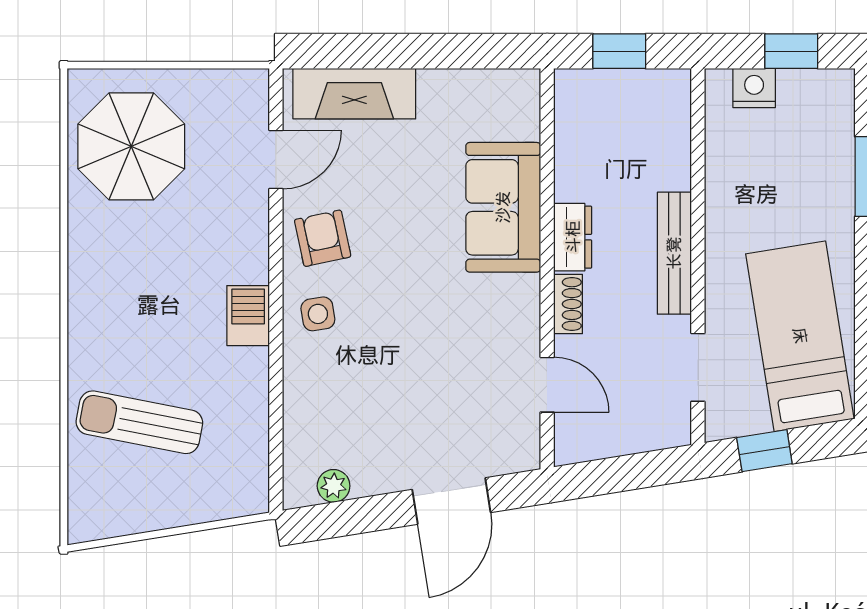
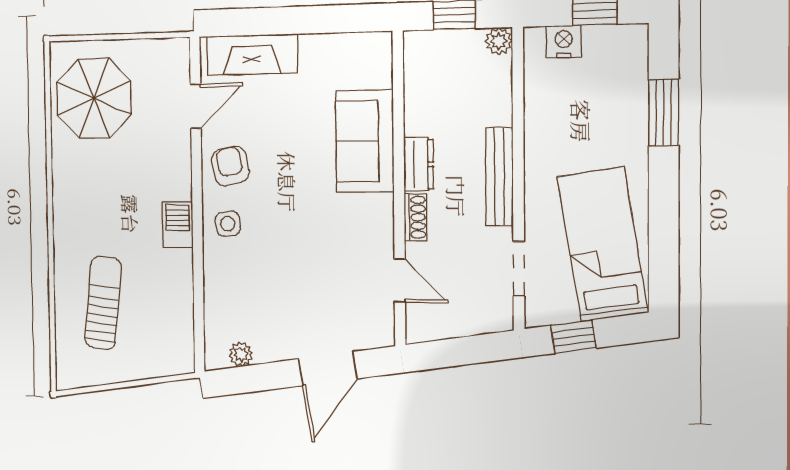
plant: (675, 85) -> (499, 41), added
sun lounger: (139, 422) -> (103, 303), turned 85

